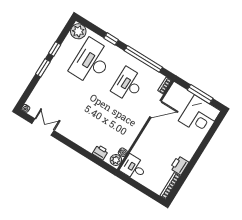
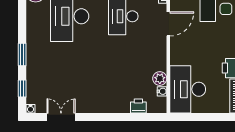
window: (55, 49) -> (22, 89), moved
plant: (116, 160) -> (160, 79), moved
desk: (134, 168) -> (188, 89), width x1.87, depth x1.30

